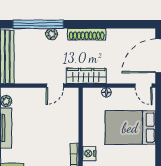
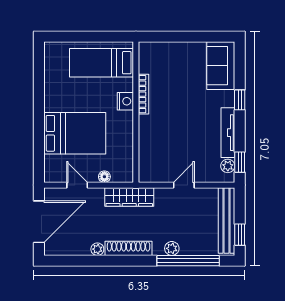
plant: (112, 33) -> (97, 249), added
door: (55, 86) -> (184, 185), moved
door: (143, 86) -> (77, 185), moved

